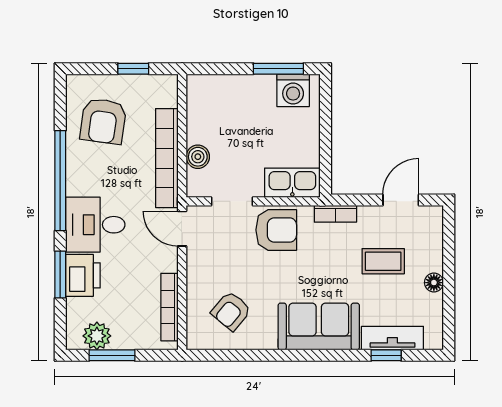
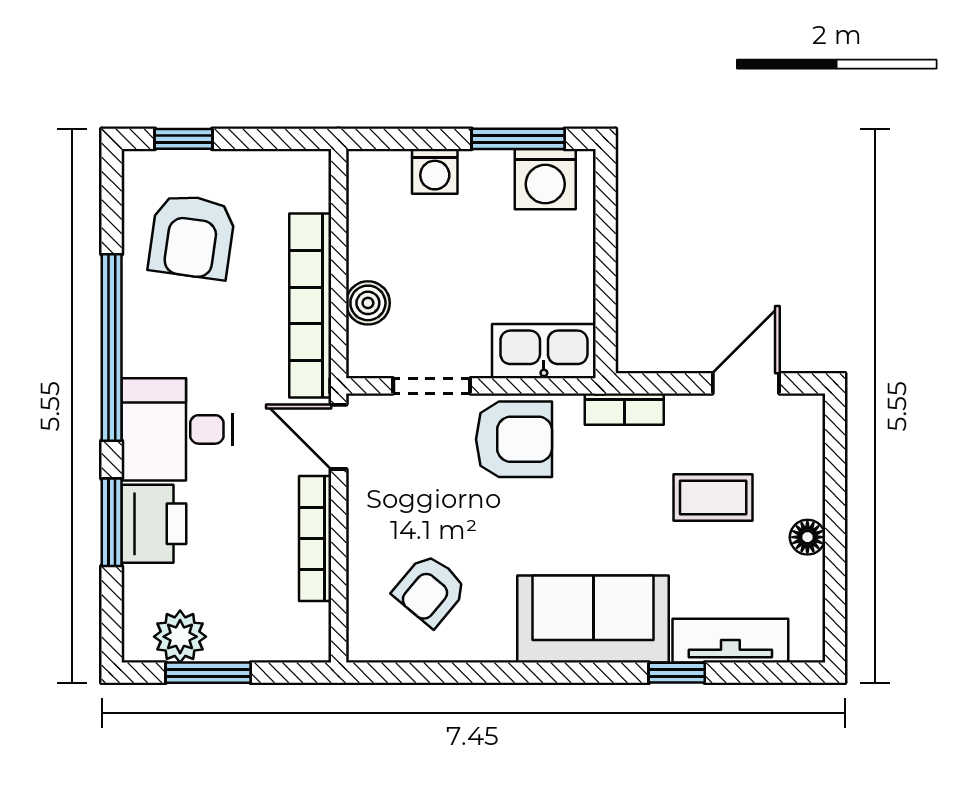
window: (133, 69) -> (184, 139), moved
washing machine: (234, 86) -> (435, 171), added
bookcase: (169, 307) -> (315, 539), moved
window: (386, 355) -> (677, 673), moved

